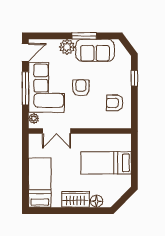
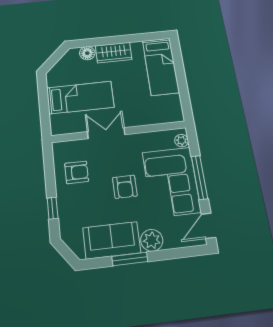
double door: (57, 131) -> (106, 133), moved

